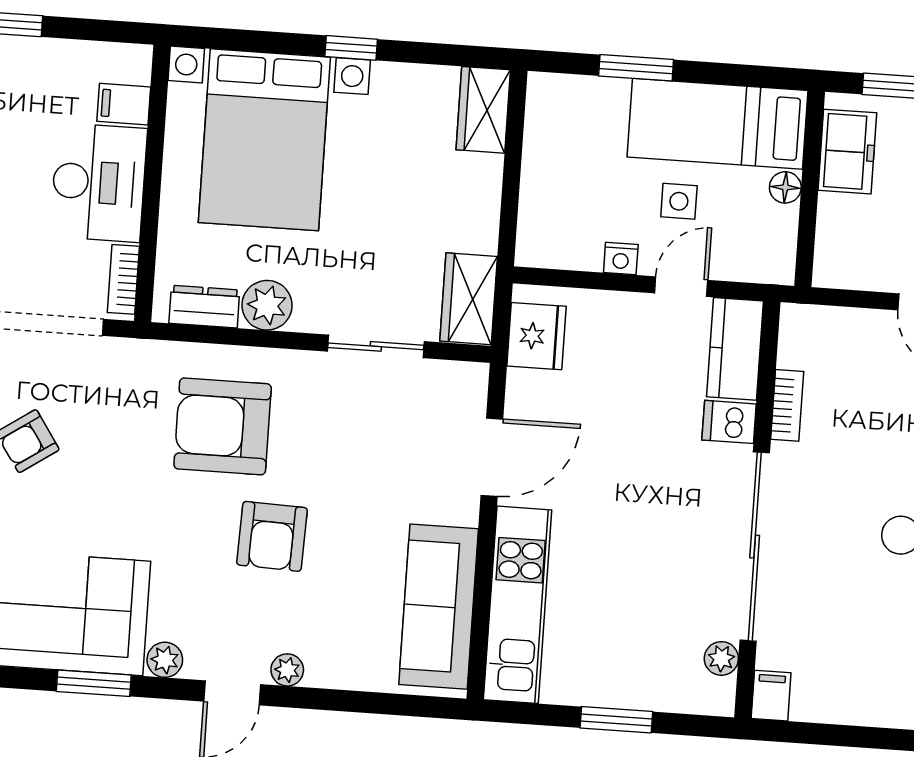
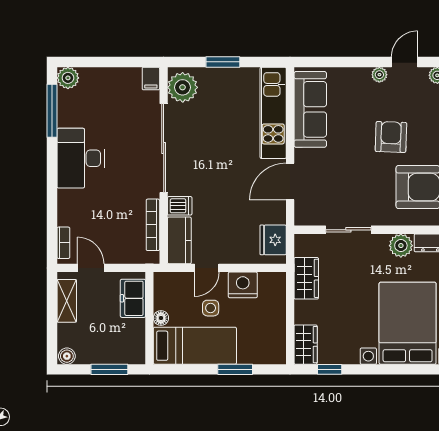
window: (351, 48) -> (330, 369), moved
freezer: (847, 152) -> (133, 298), moved
nightstand: (621, 259) -> (243, 285), width x1.89, depth x1.79
wardrobe: (469, 299) -> (306, 278), moved
bookcase: (787, 405) -> (153, 225), width x1.56
plant: (721, 658) -> (183, 87), width x1.88, depth x1.88

